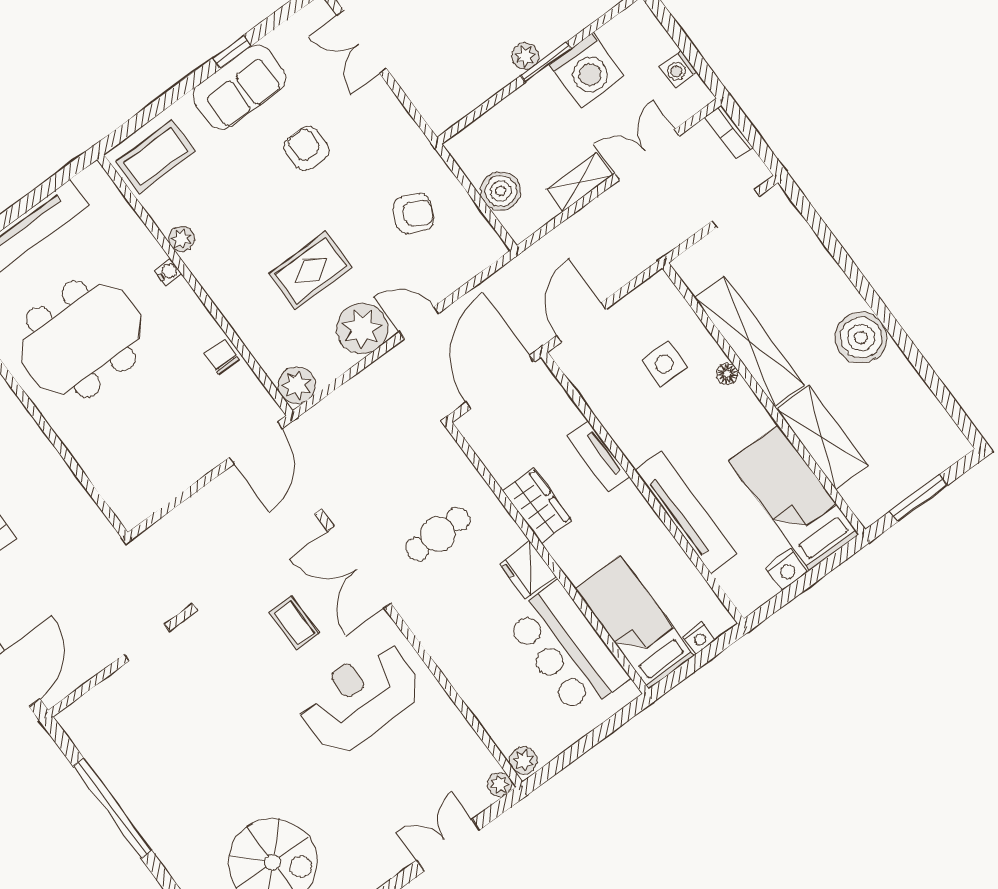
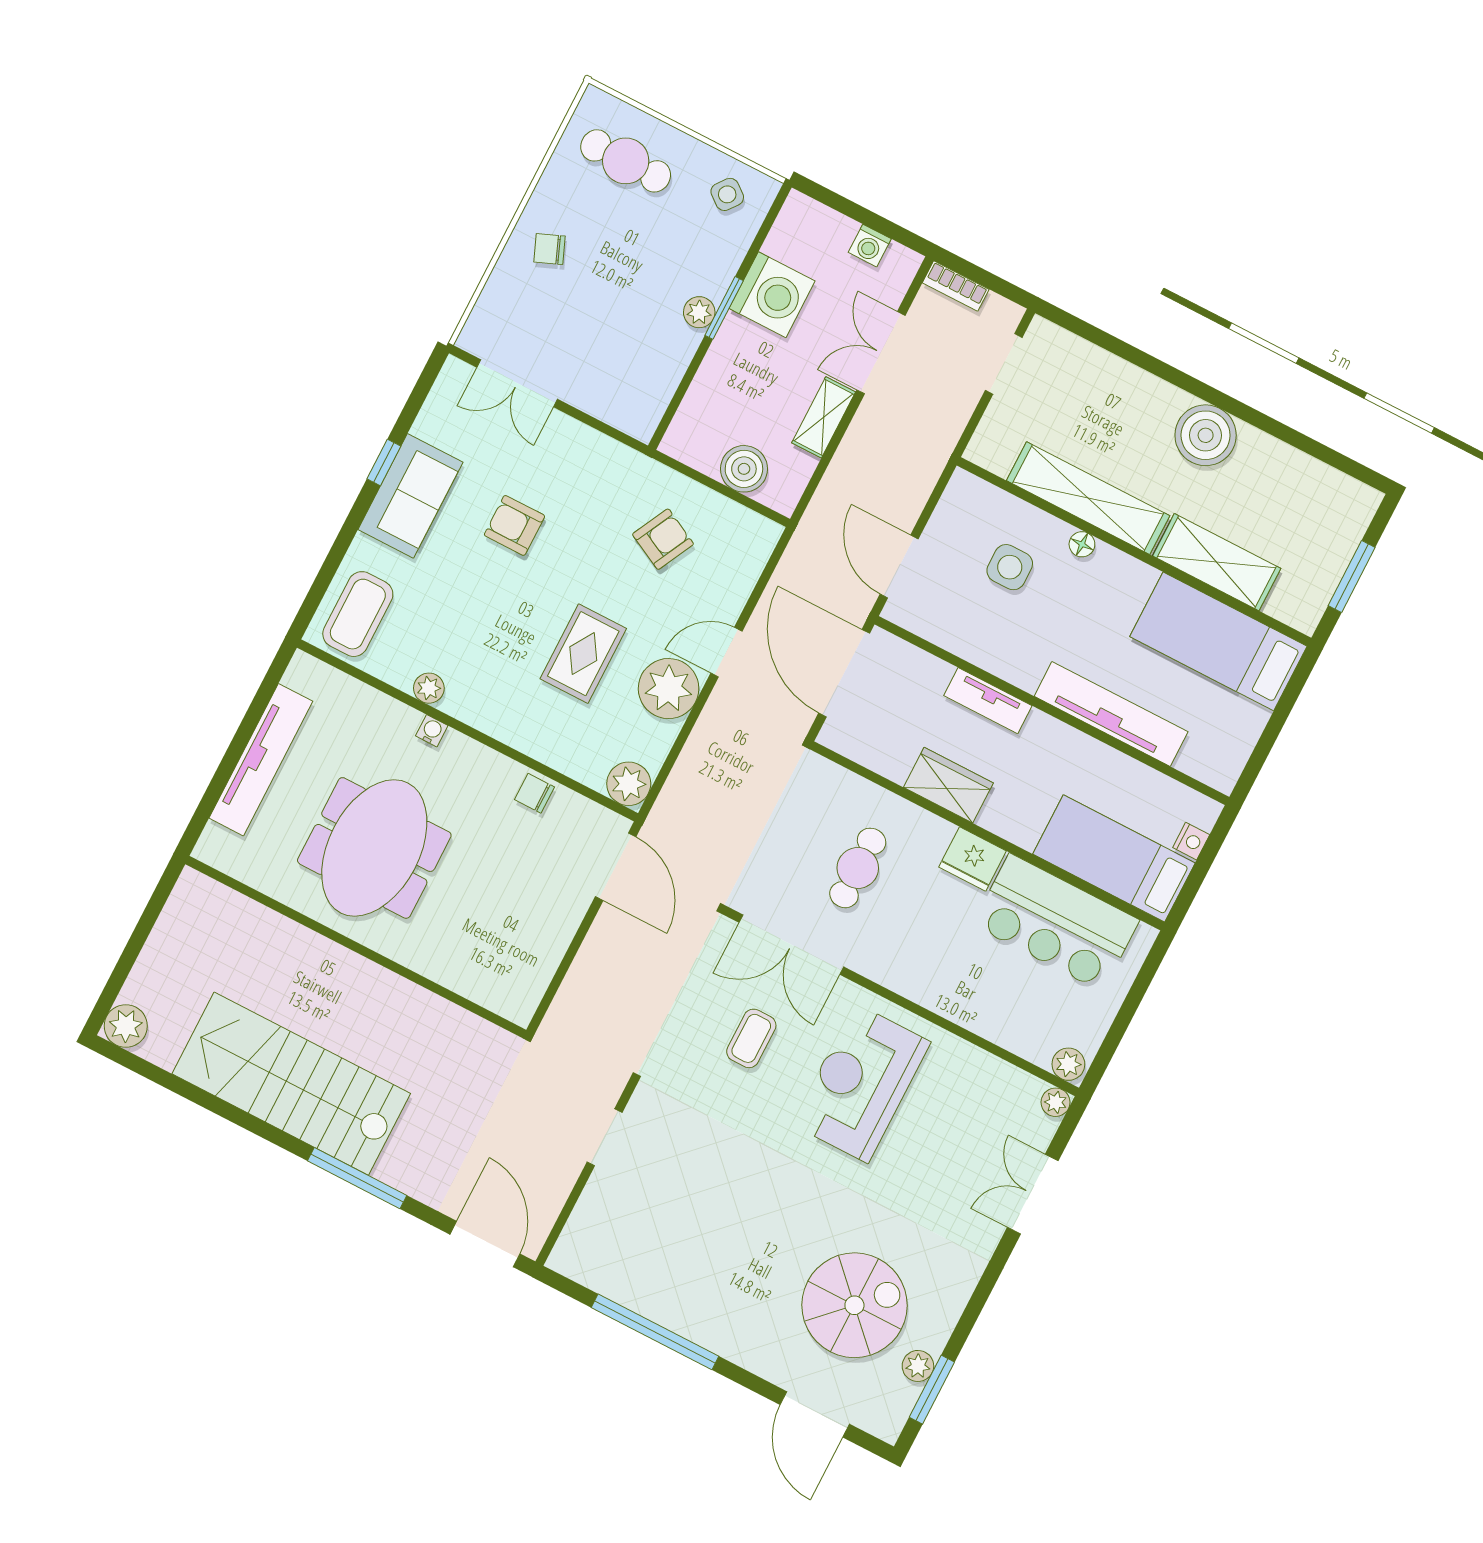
nightstand: (786, 570) -> (1248, 722), removed
coffee table: (294, 623) -> (751, 1038), turned 90

